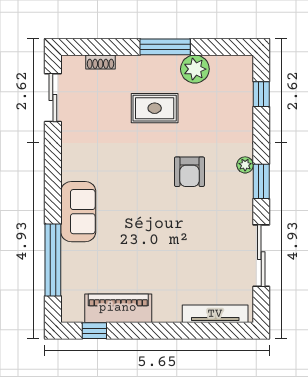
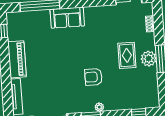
plant: (195, 69) -> (149, 59), moved
piano: (118, 308) -> (17, 59), moved

